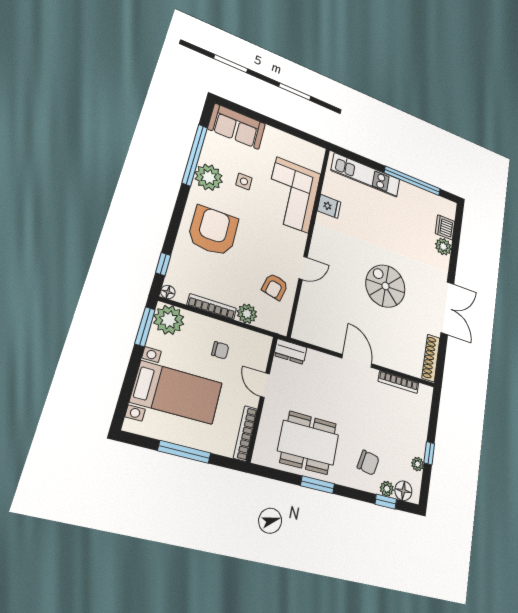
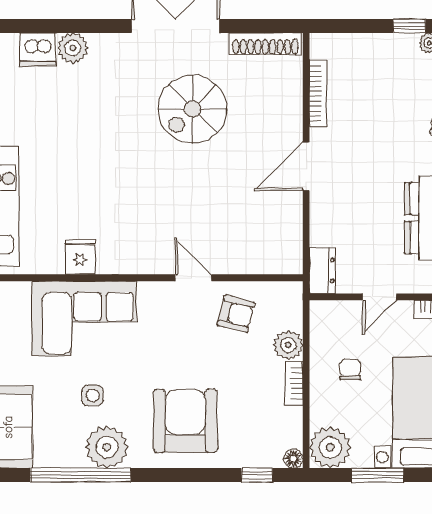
armchair: (213, 231) -> (185, 421), turned 90
spiral stairs: (385, 286) -> (192, 109), moved
bookcase: (212, 307) -> (294, 383), width x0.64
window: (145, 327) -> (378, 475), moved

